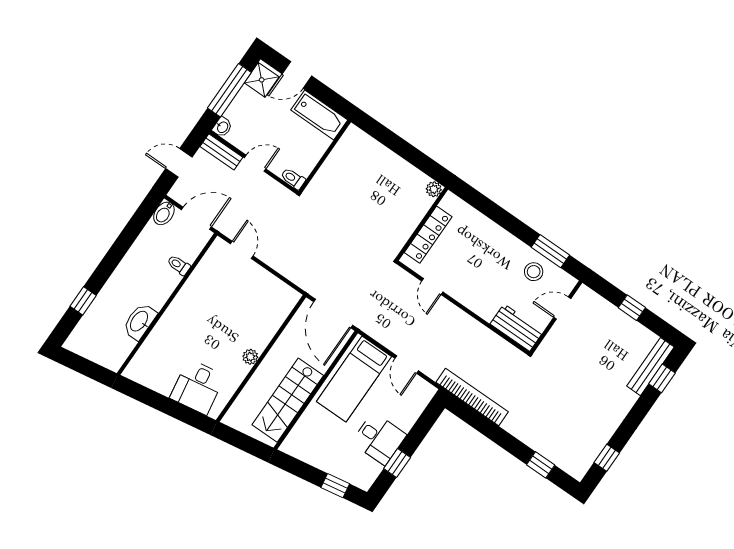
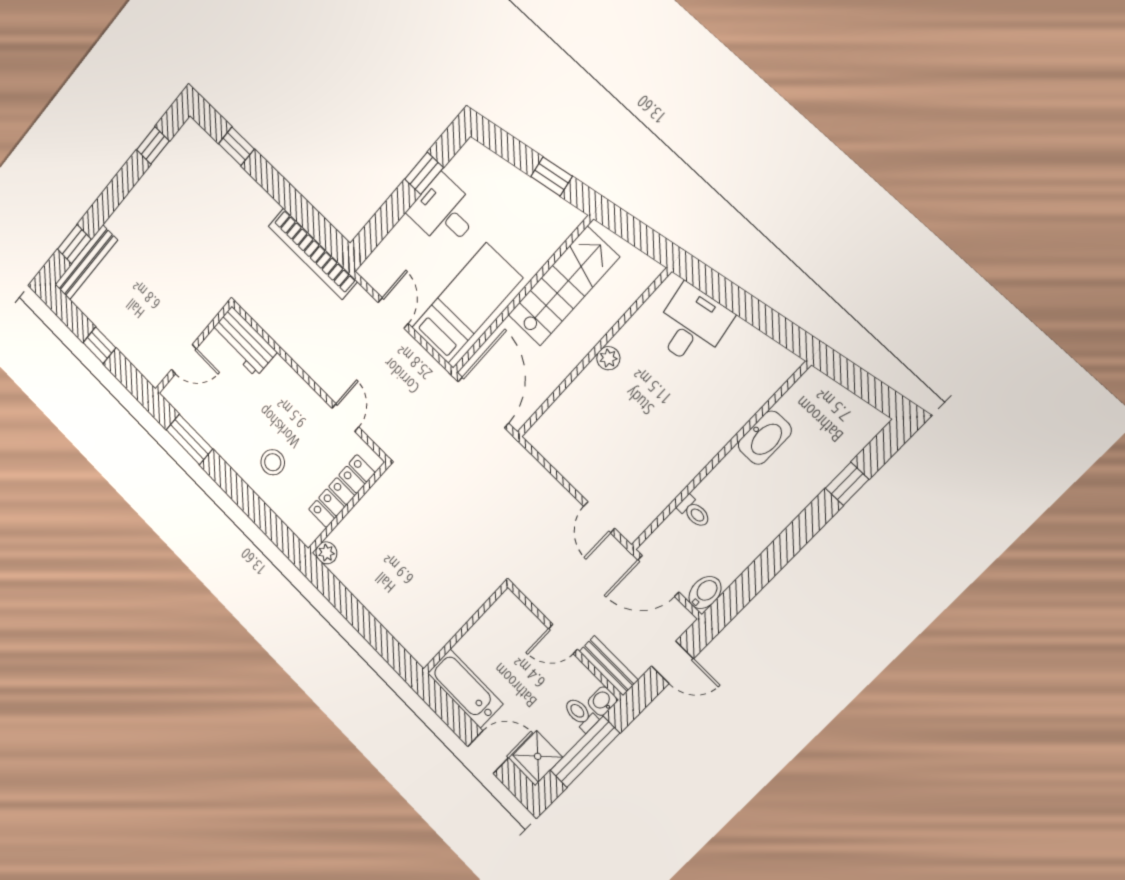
toilet: (293, 179) -> (581, 714), moved, turned 180
stool: (534, 272) -> (273, 462), moved
window: (335, 486) -> (552, 176), moved

